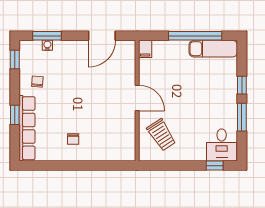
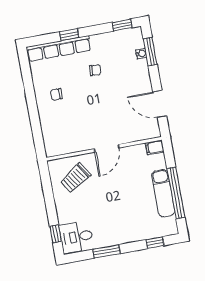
exam couch: (213, 49) -> (163, 193), moved
chair: (37, 82) -> (95, 70), moved
window: (242, 85) -> (155, 243), moved

